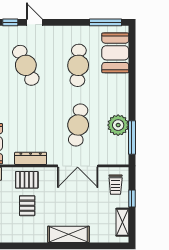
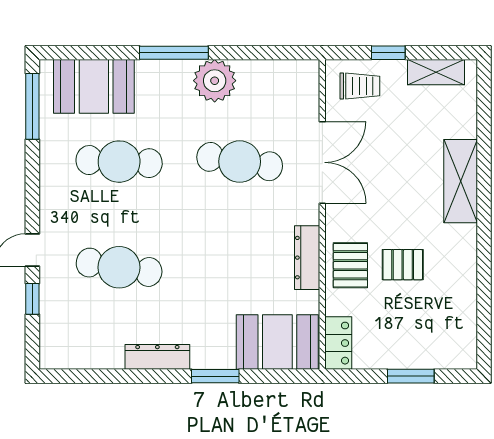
cafe table: (26, 65) -> (119, 267), turned 33
plant: (118, 125) -> (215, 81), moved
window: (132, 137) -> (174, 53), moved

